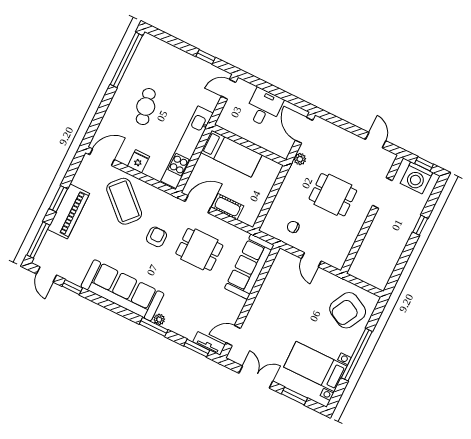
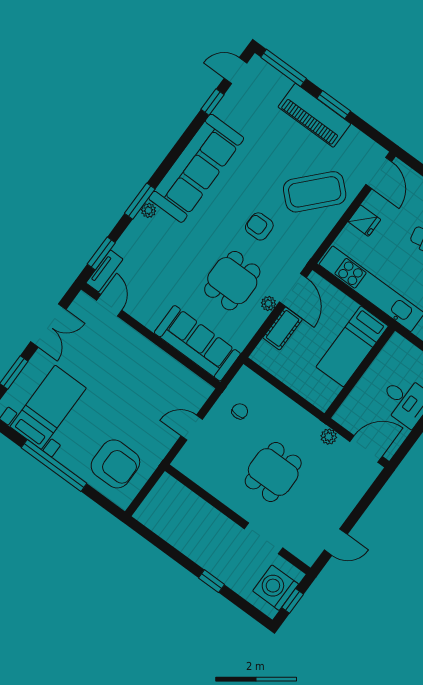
plant: (211, 220) -> (268, 304), added
armchair: (156, 237) -> (259, 226), turned 180
armchair: (348, 310) -> (115, 464), turned 152

